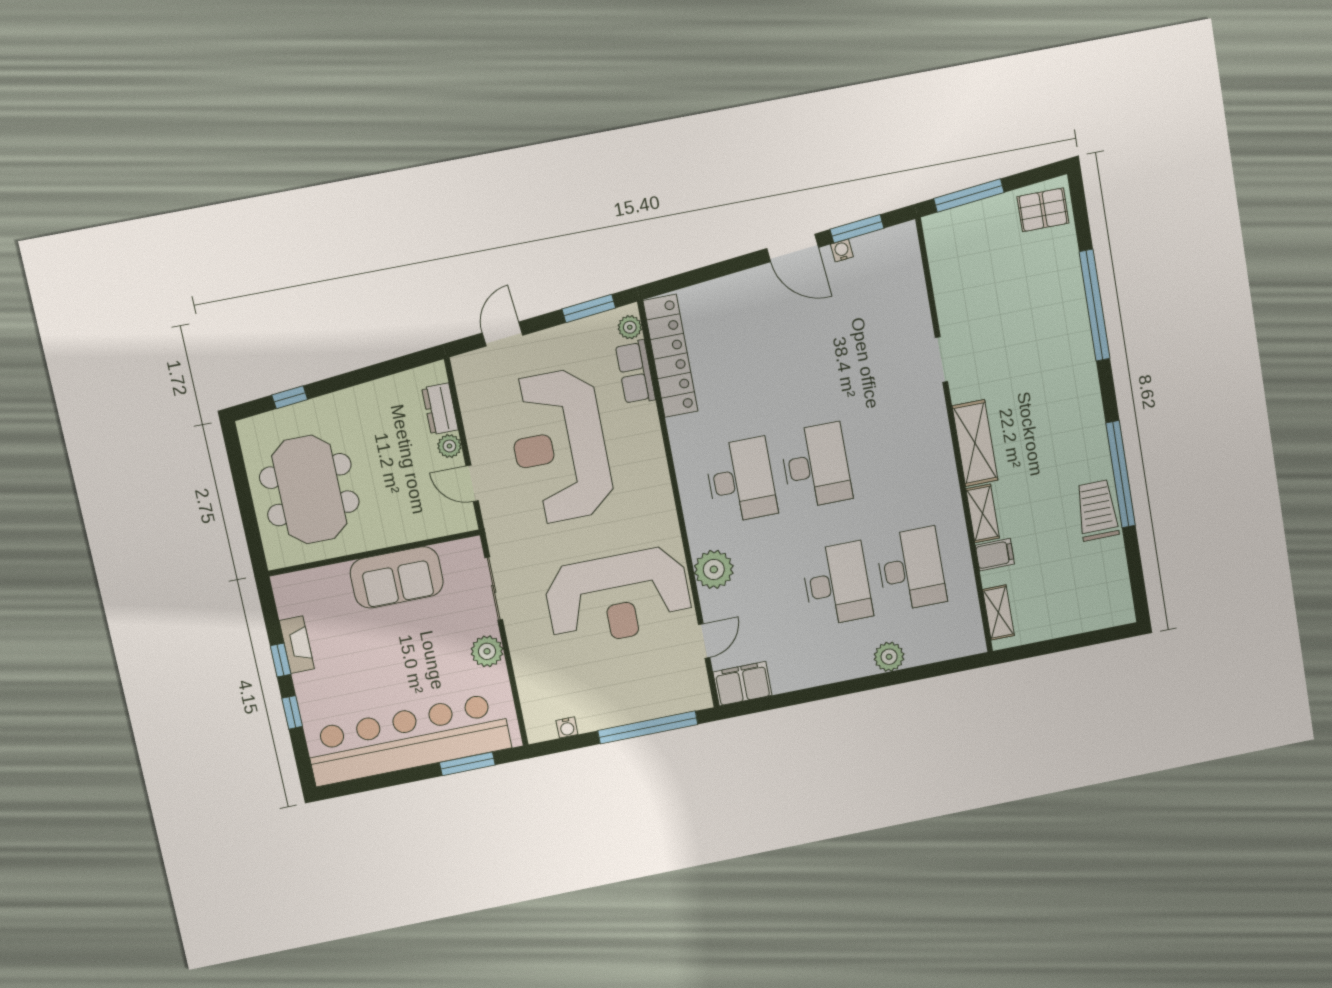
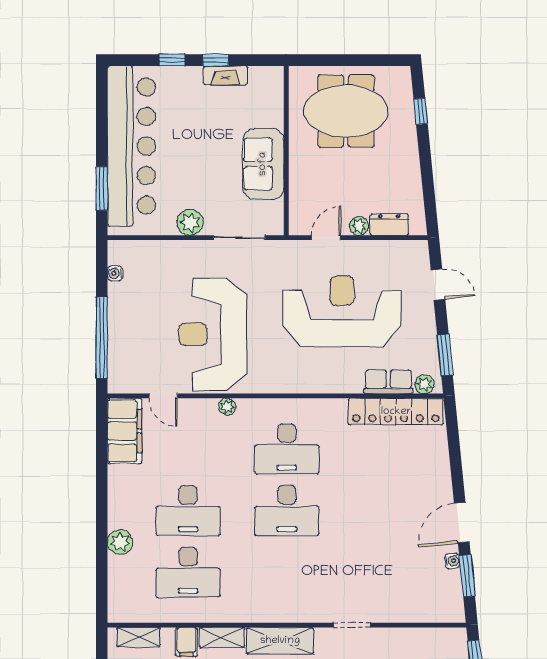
plant: (714, 569) -> (227, 407), width x0.53, depth x0.53
filing cabinet: (742, 684) -> (125, 431), width x1.50, depth x1.17

